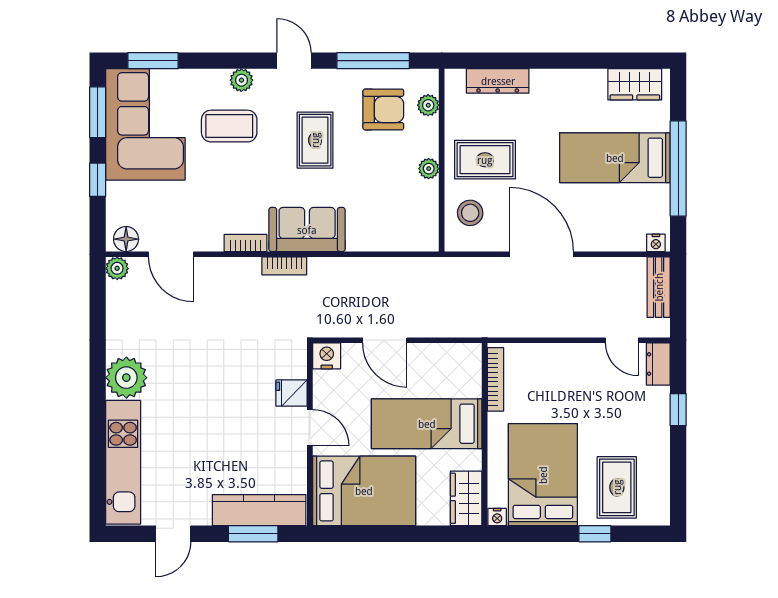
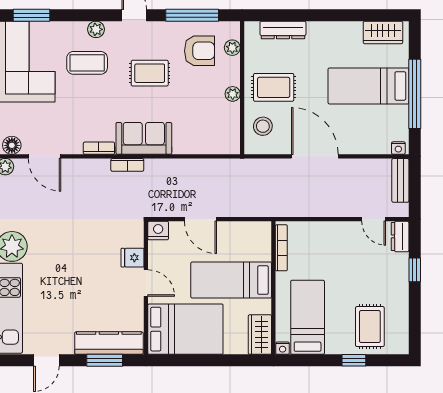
rug: (315, 140) -> (150, 73), turned 90
bed: (543, 475) -> (308, 317), width x0.67

